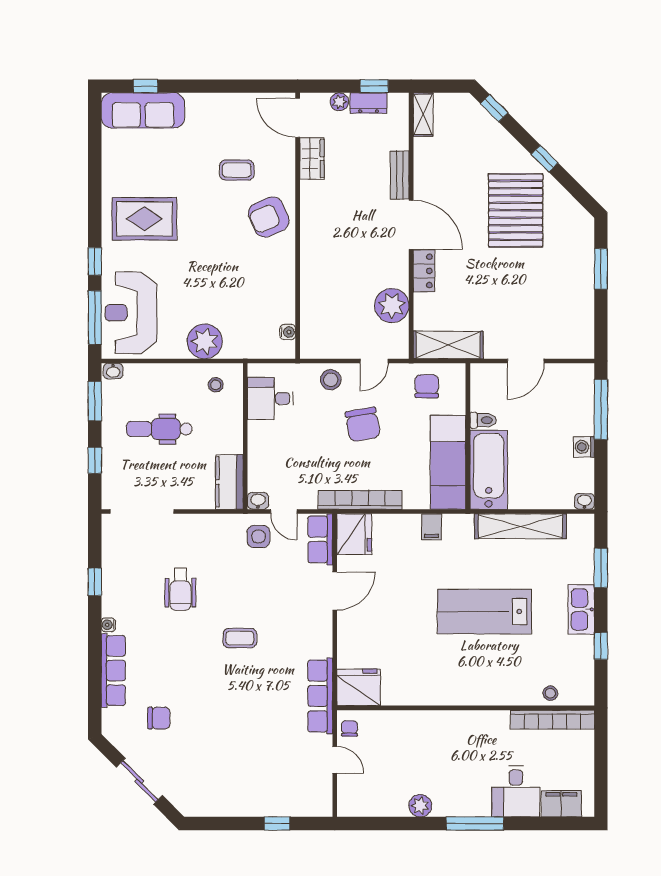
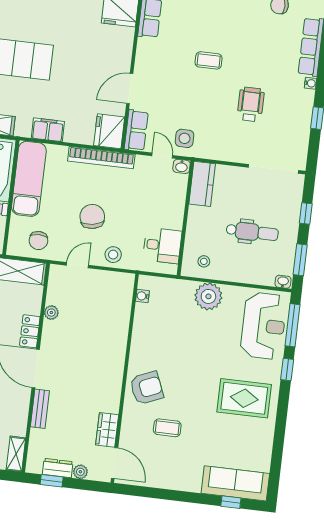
plant: (392, 306) -> (51, 313), width x0.53, depth x0.53
filing cabinet: (431, 527) -> (48, 130), width x2.00

